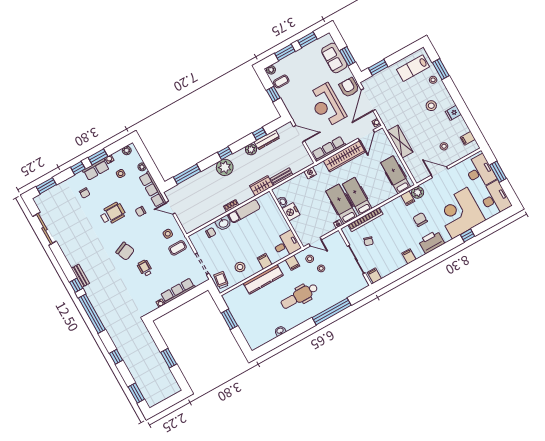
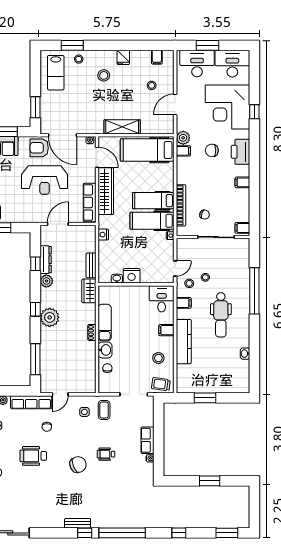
hospital bed: (396, 175) -> (147, 150), width x1.37, depth x1.29
wheelchair: (113, 214) -> (33, 456), turned -90
row of seats: (178, 291) -> (147, 440), width x0.68

